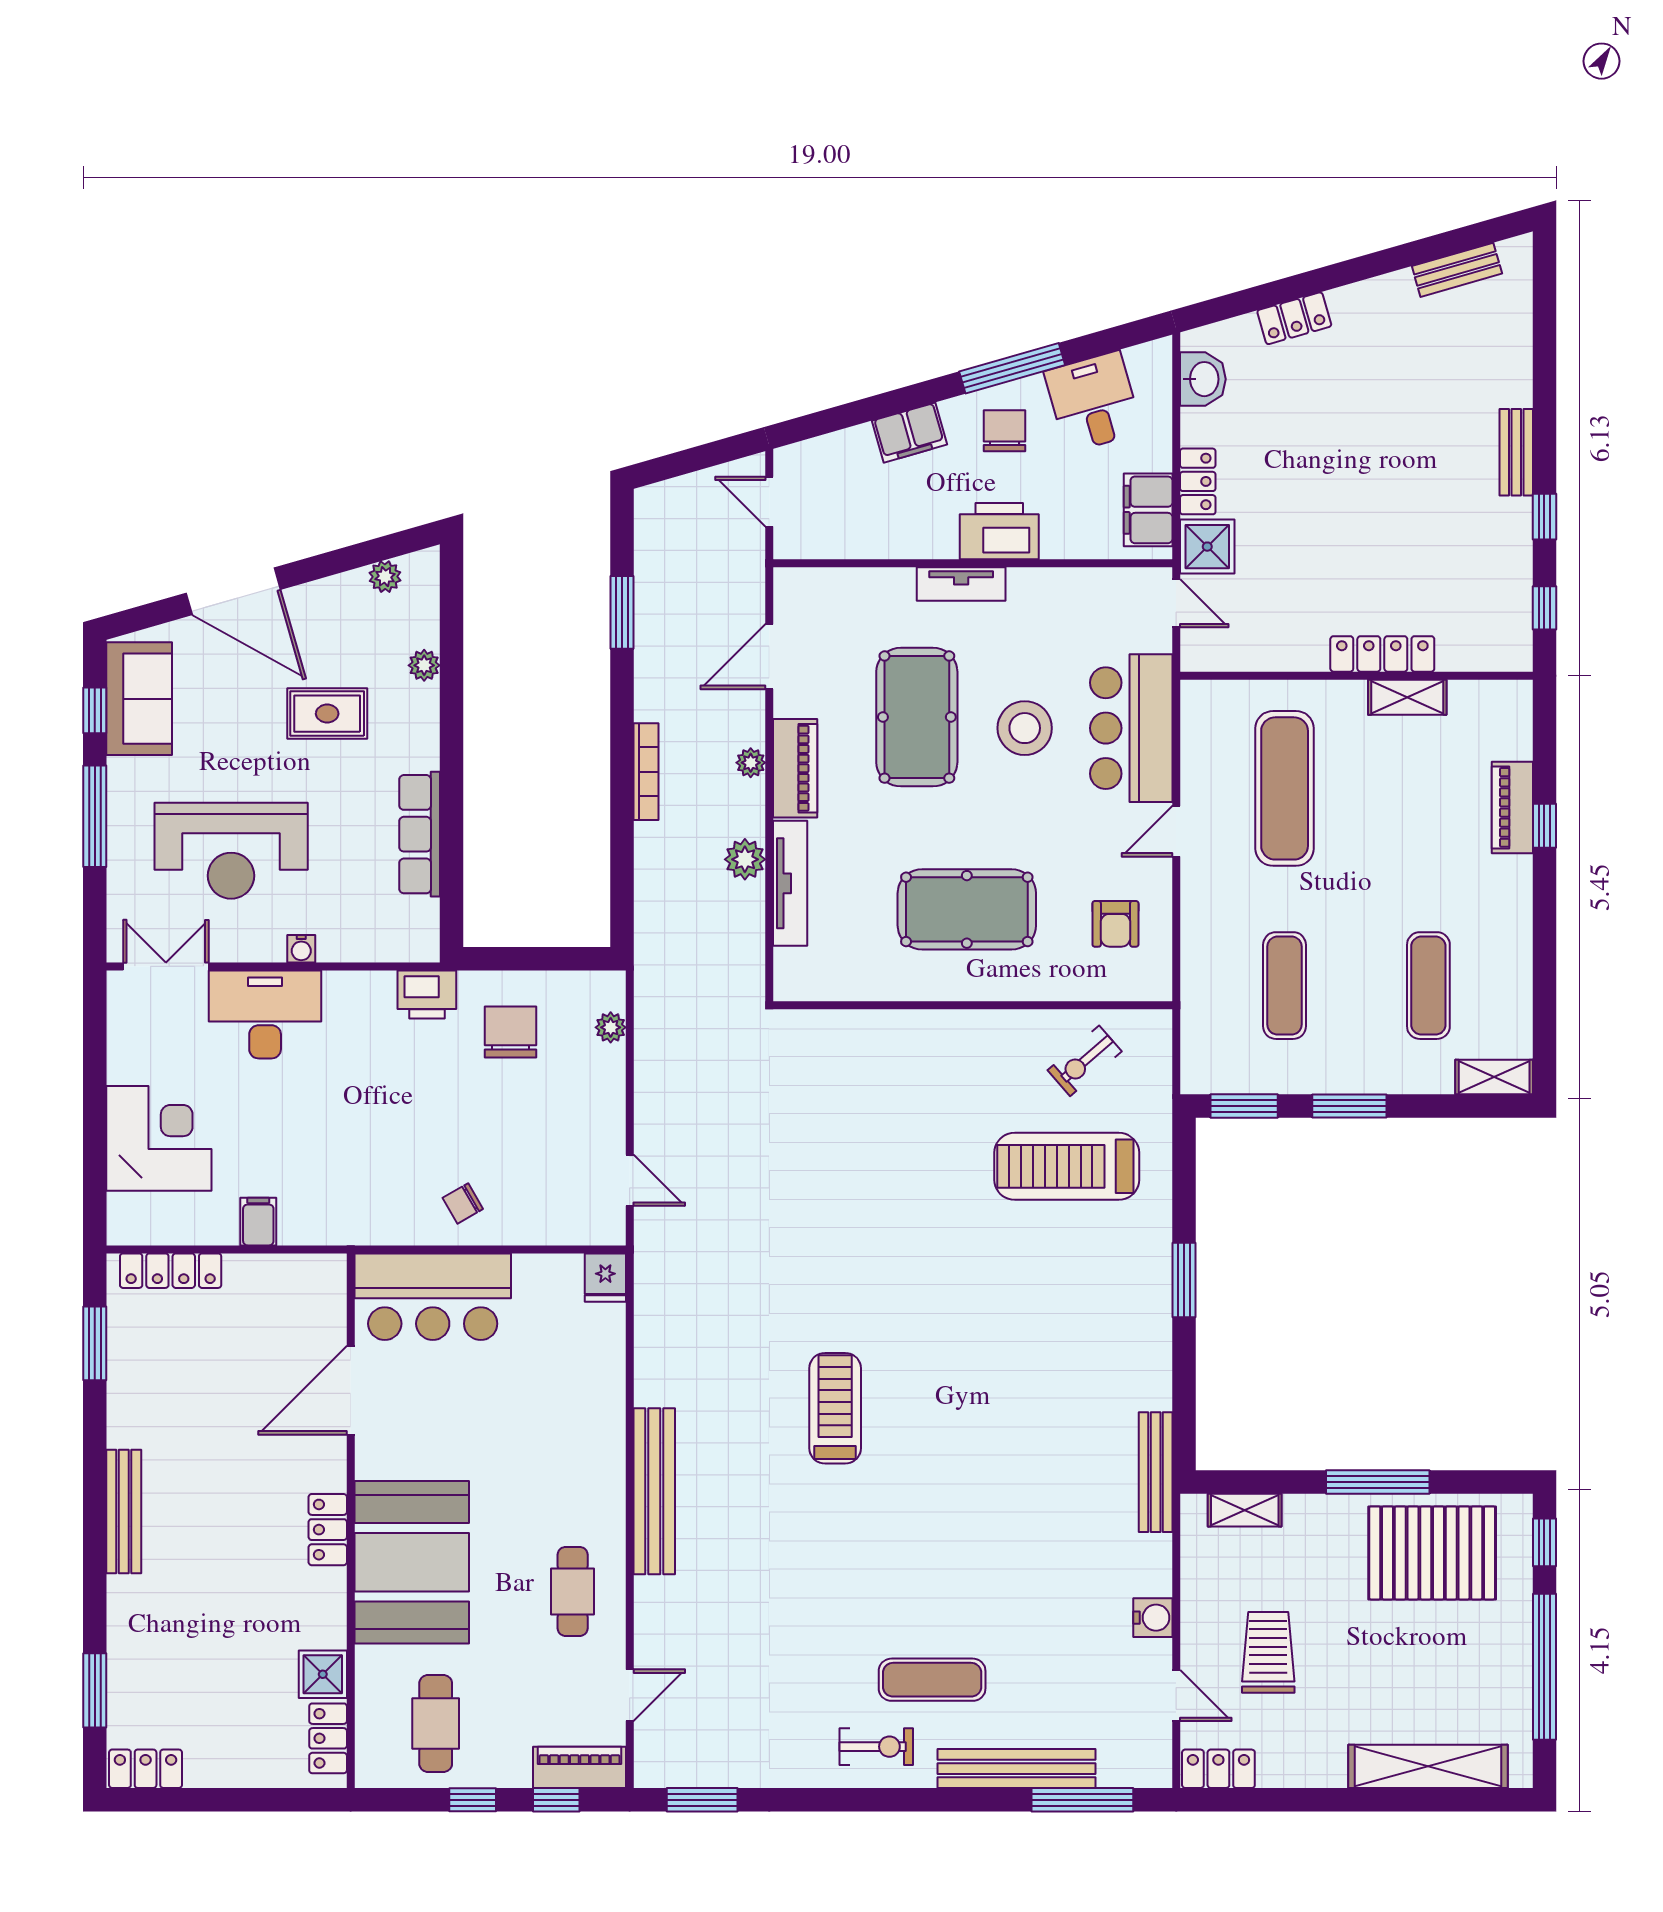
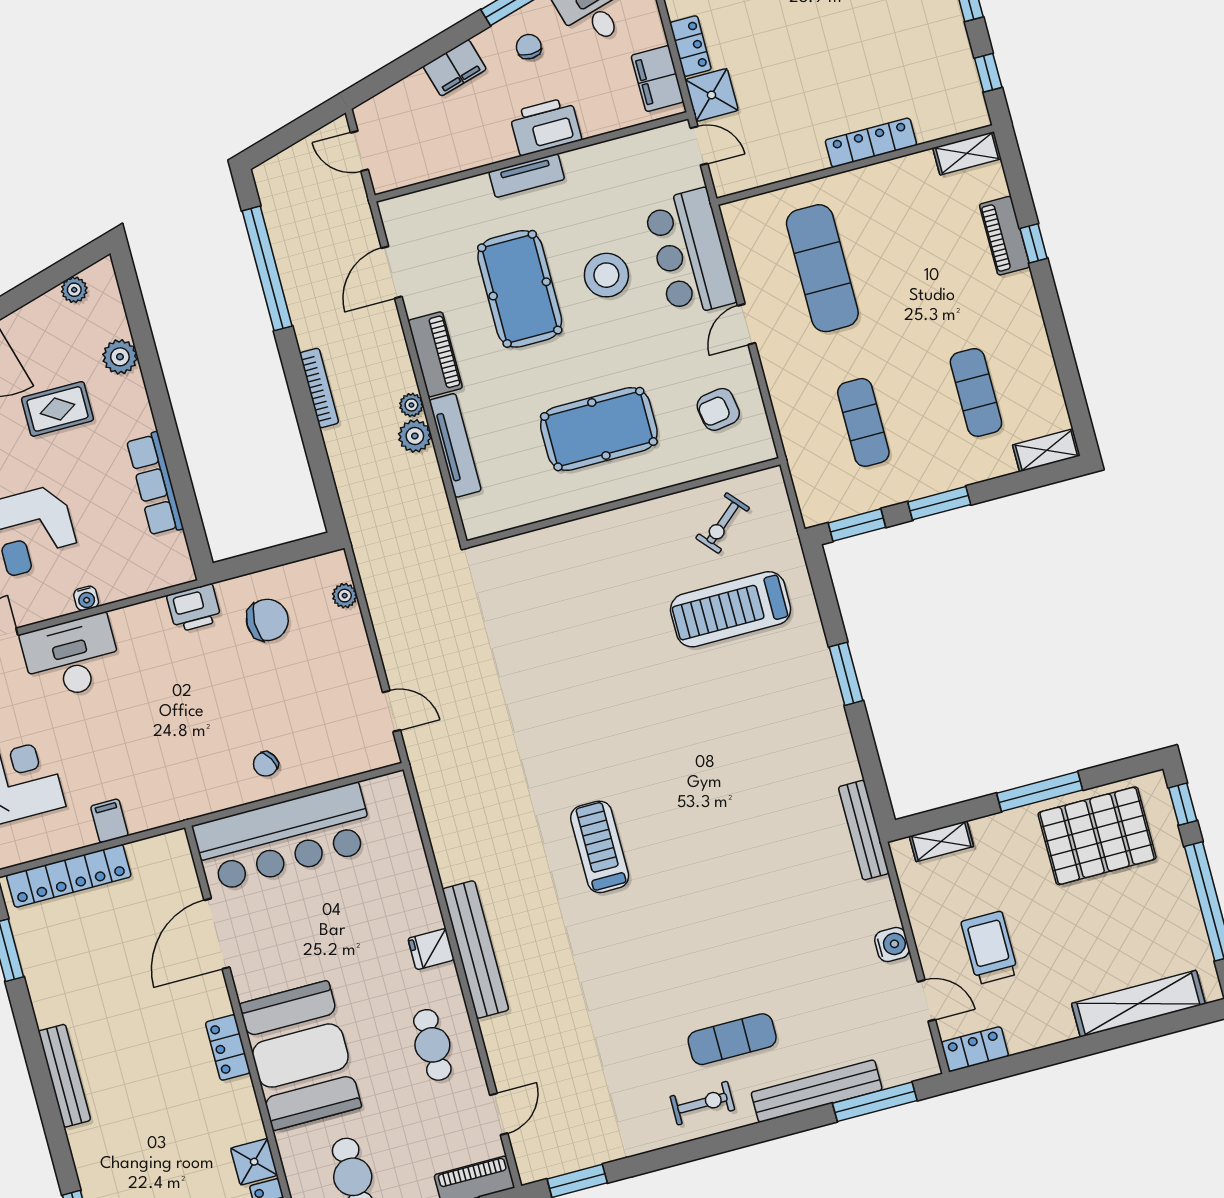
chair: (1005, 431) -> (529, 47), width x0.73, depth x0.73
window: (622, 612) -> (267, 268), width x2.11
plant: (424, 665) -> (120, 357), width x1.38, depth x1.38
shelving: (1407, 697) -> (967, 153), moved
plant: (751, 763) -> (411, 405), moved
armchair: (1115, 924) -> (718, 409), turned 81
chair: (511, 1032) -> (267, 620), turned 90
locker: (171, 1271) -> (69, 876), width x1.41, depth x1.21
fridge: (605, 1278) -> (431, 949), moved, turned 90
bar counter: (433, 1297) -> (284, 837), width x1.36

